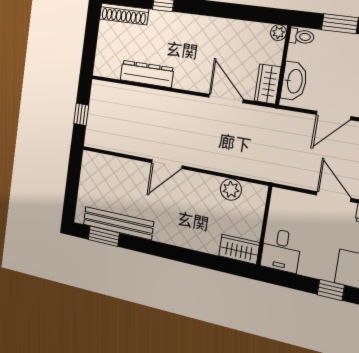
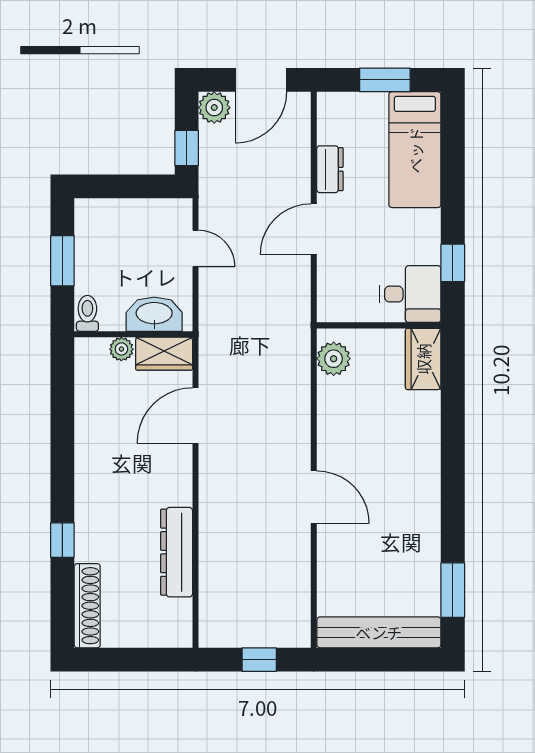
plant: (278, 33) -> (121, 349), moved
door: (333, 115) -> (195, 248), width x0.73
plant: (231, 189) -> (334, 359), moved
bench: (118, 223) -> (379, 632), moved, turned 90
window: (331, 290) -> (453, 263), moved

